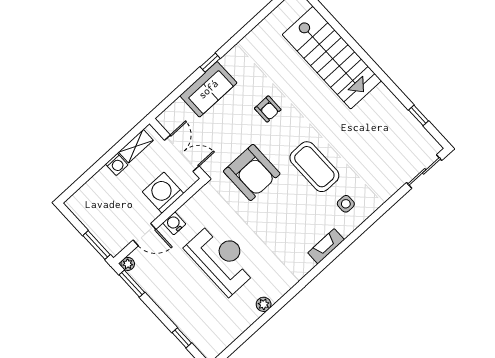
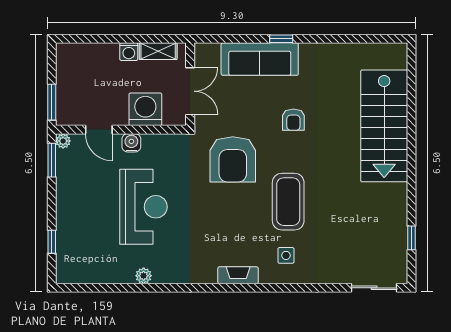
sofa: (208, 89) -> (260, 59), width x1.36

